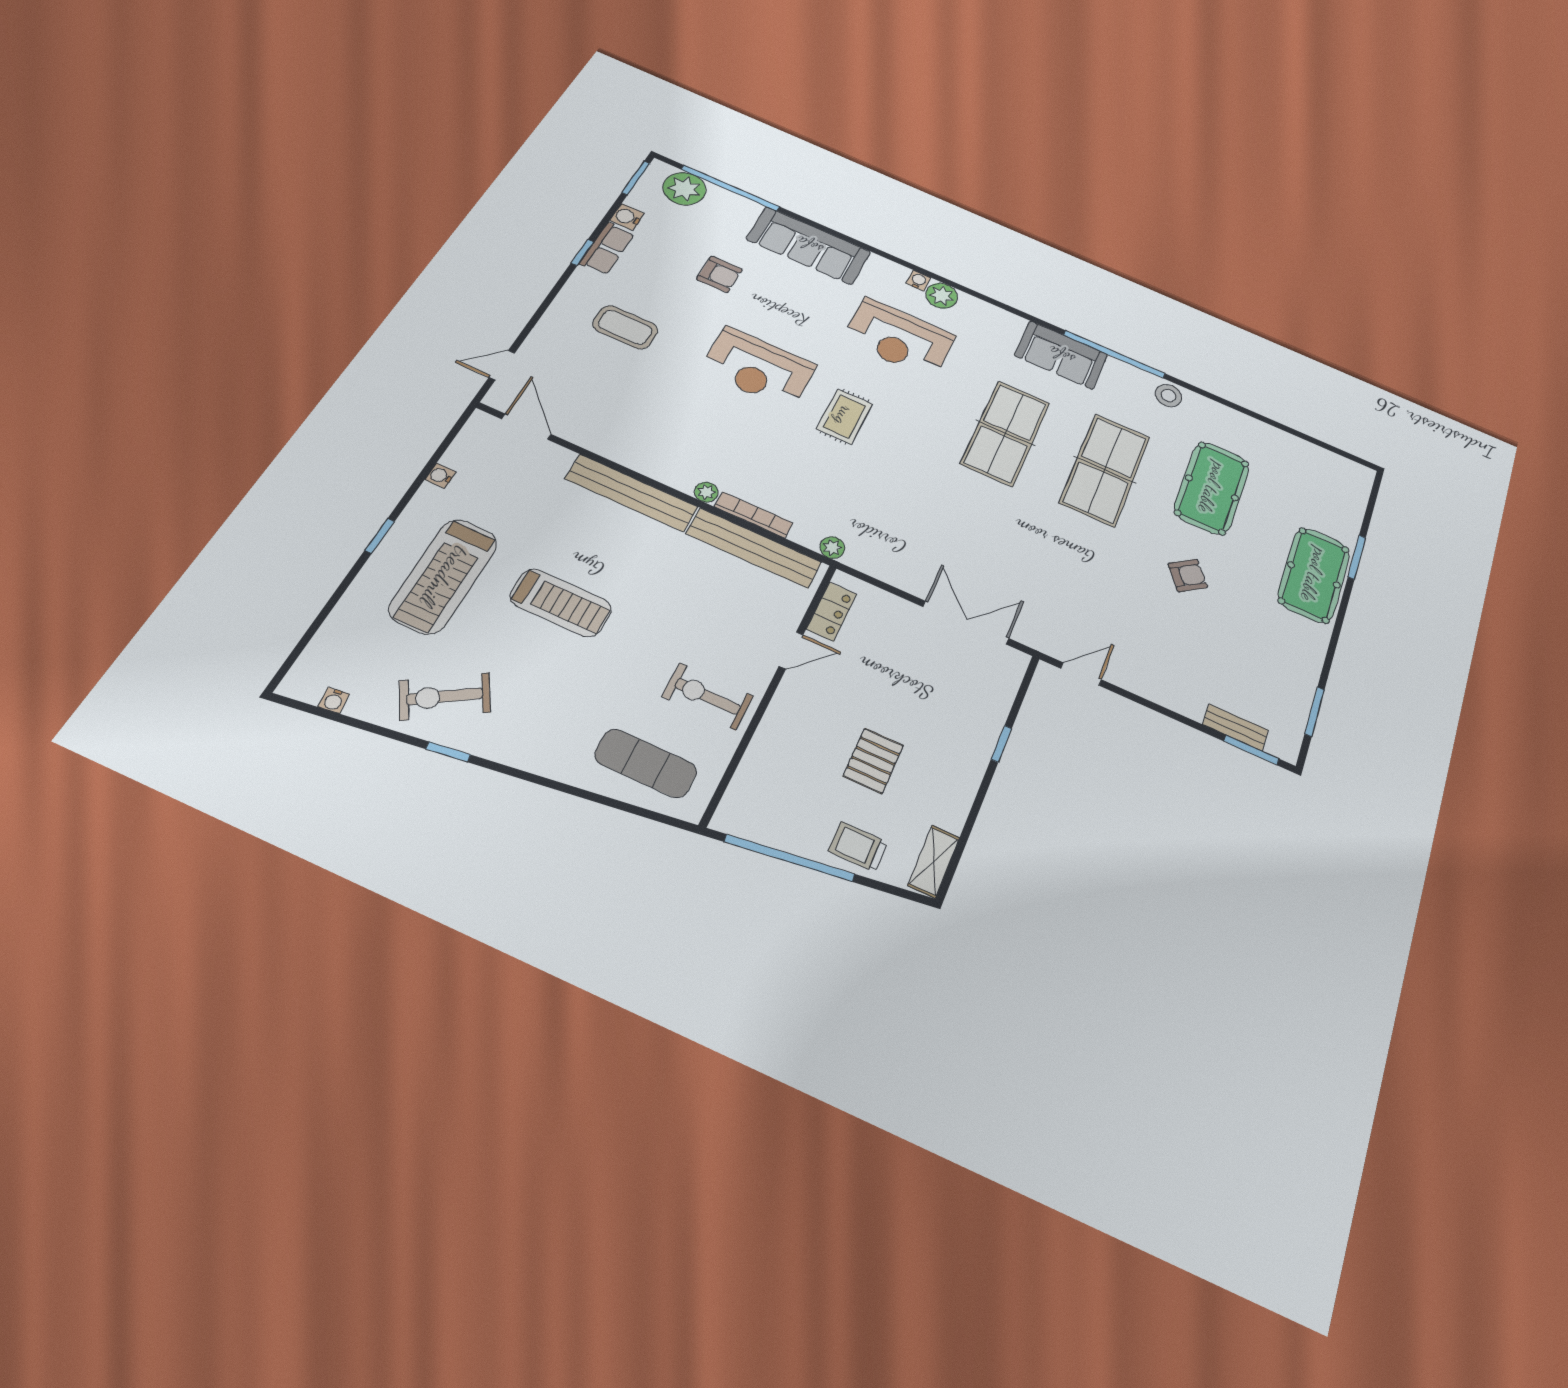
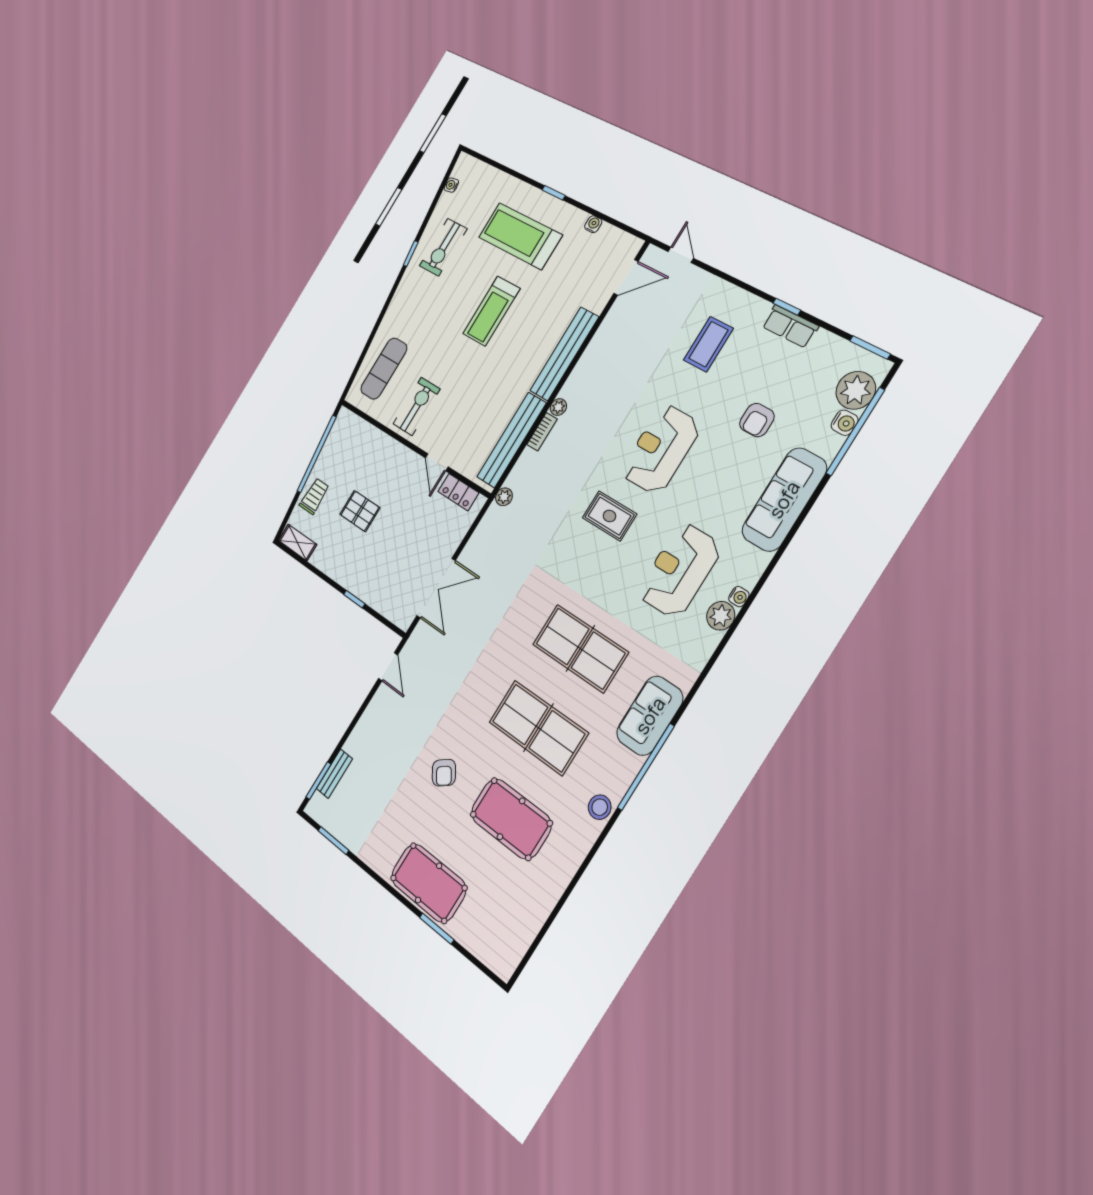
water cooler: (627, 217) -> (845, 423), moved, turned 90
bookcase: (754, 515) -> (542, 432), width x0.64
exercise bike: (445, 696) -> (443, 247), turned -148

